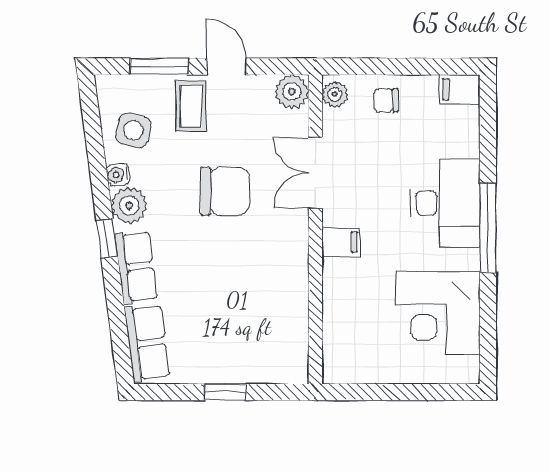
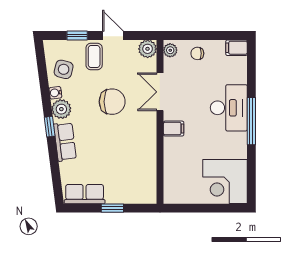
window: (159, 67) -> (77, 35), width x0.67
corner desk: (438, 313) -> (225, 182), moved
row of seats: (147, 343) -> (85, 194), moved, turned -83

